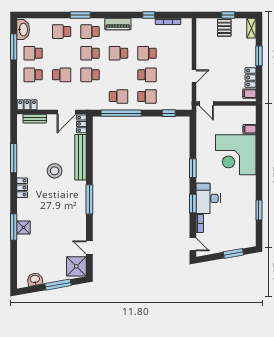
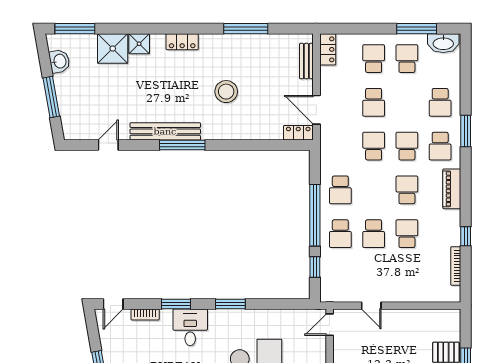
school desk: (62, 32) -> (440, 102), turned 180
school desk: (90, 32) -> (440, 146), turned 180
window: (121, 113) -> (315, 215), moved
bench: (80, 157) -> (165, 131), moved
locker: (22, 188) -> (182, 42), moved
desk: (208, 198) -> (190, 327), width x0.73
window: (14, 227) -> (75, 29), moved
shower: (76, 266) -> (113, 49), moved

